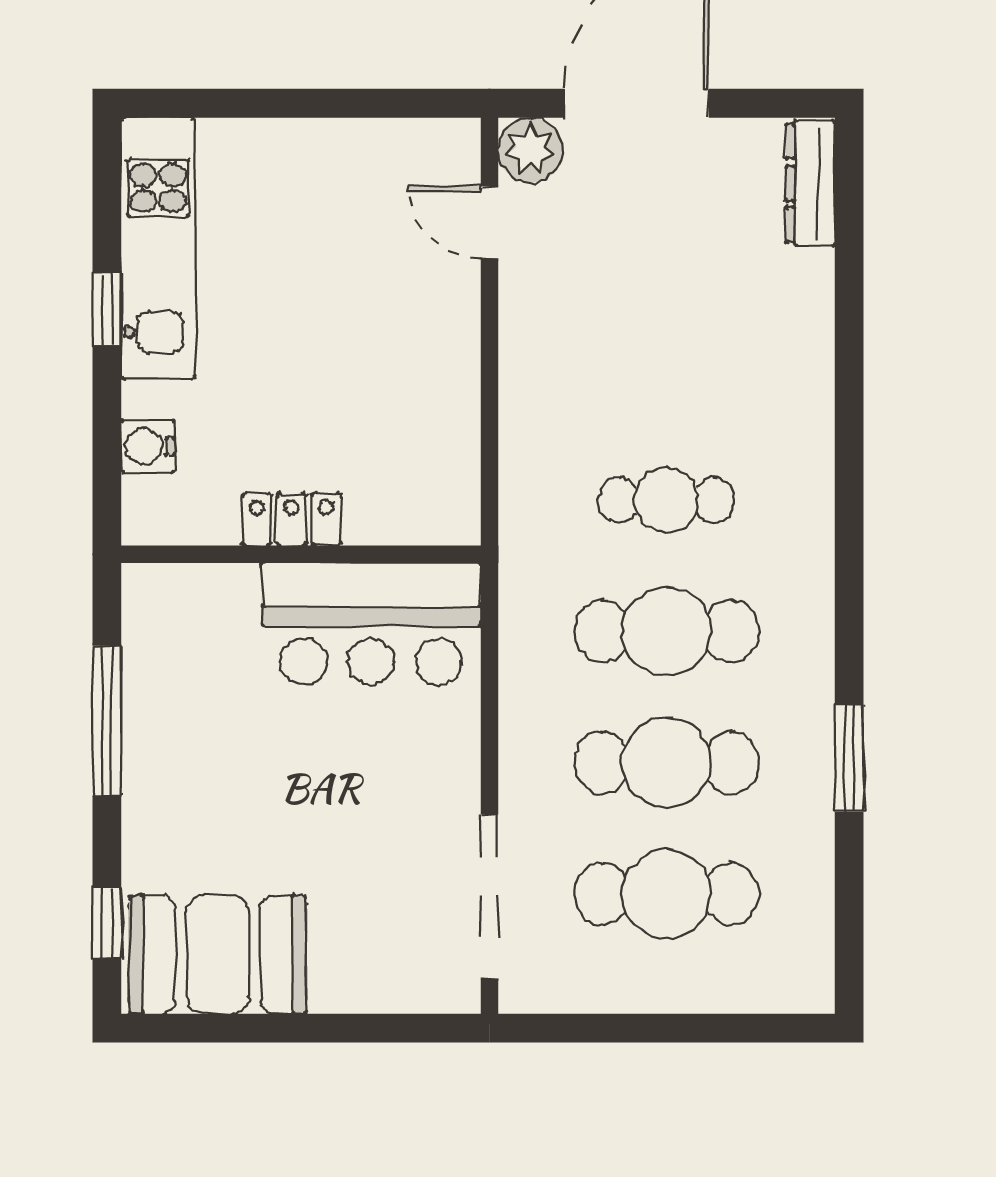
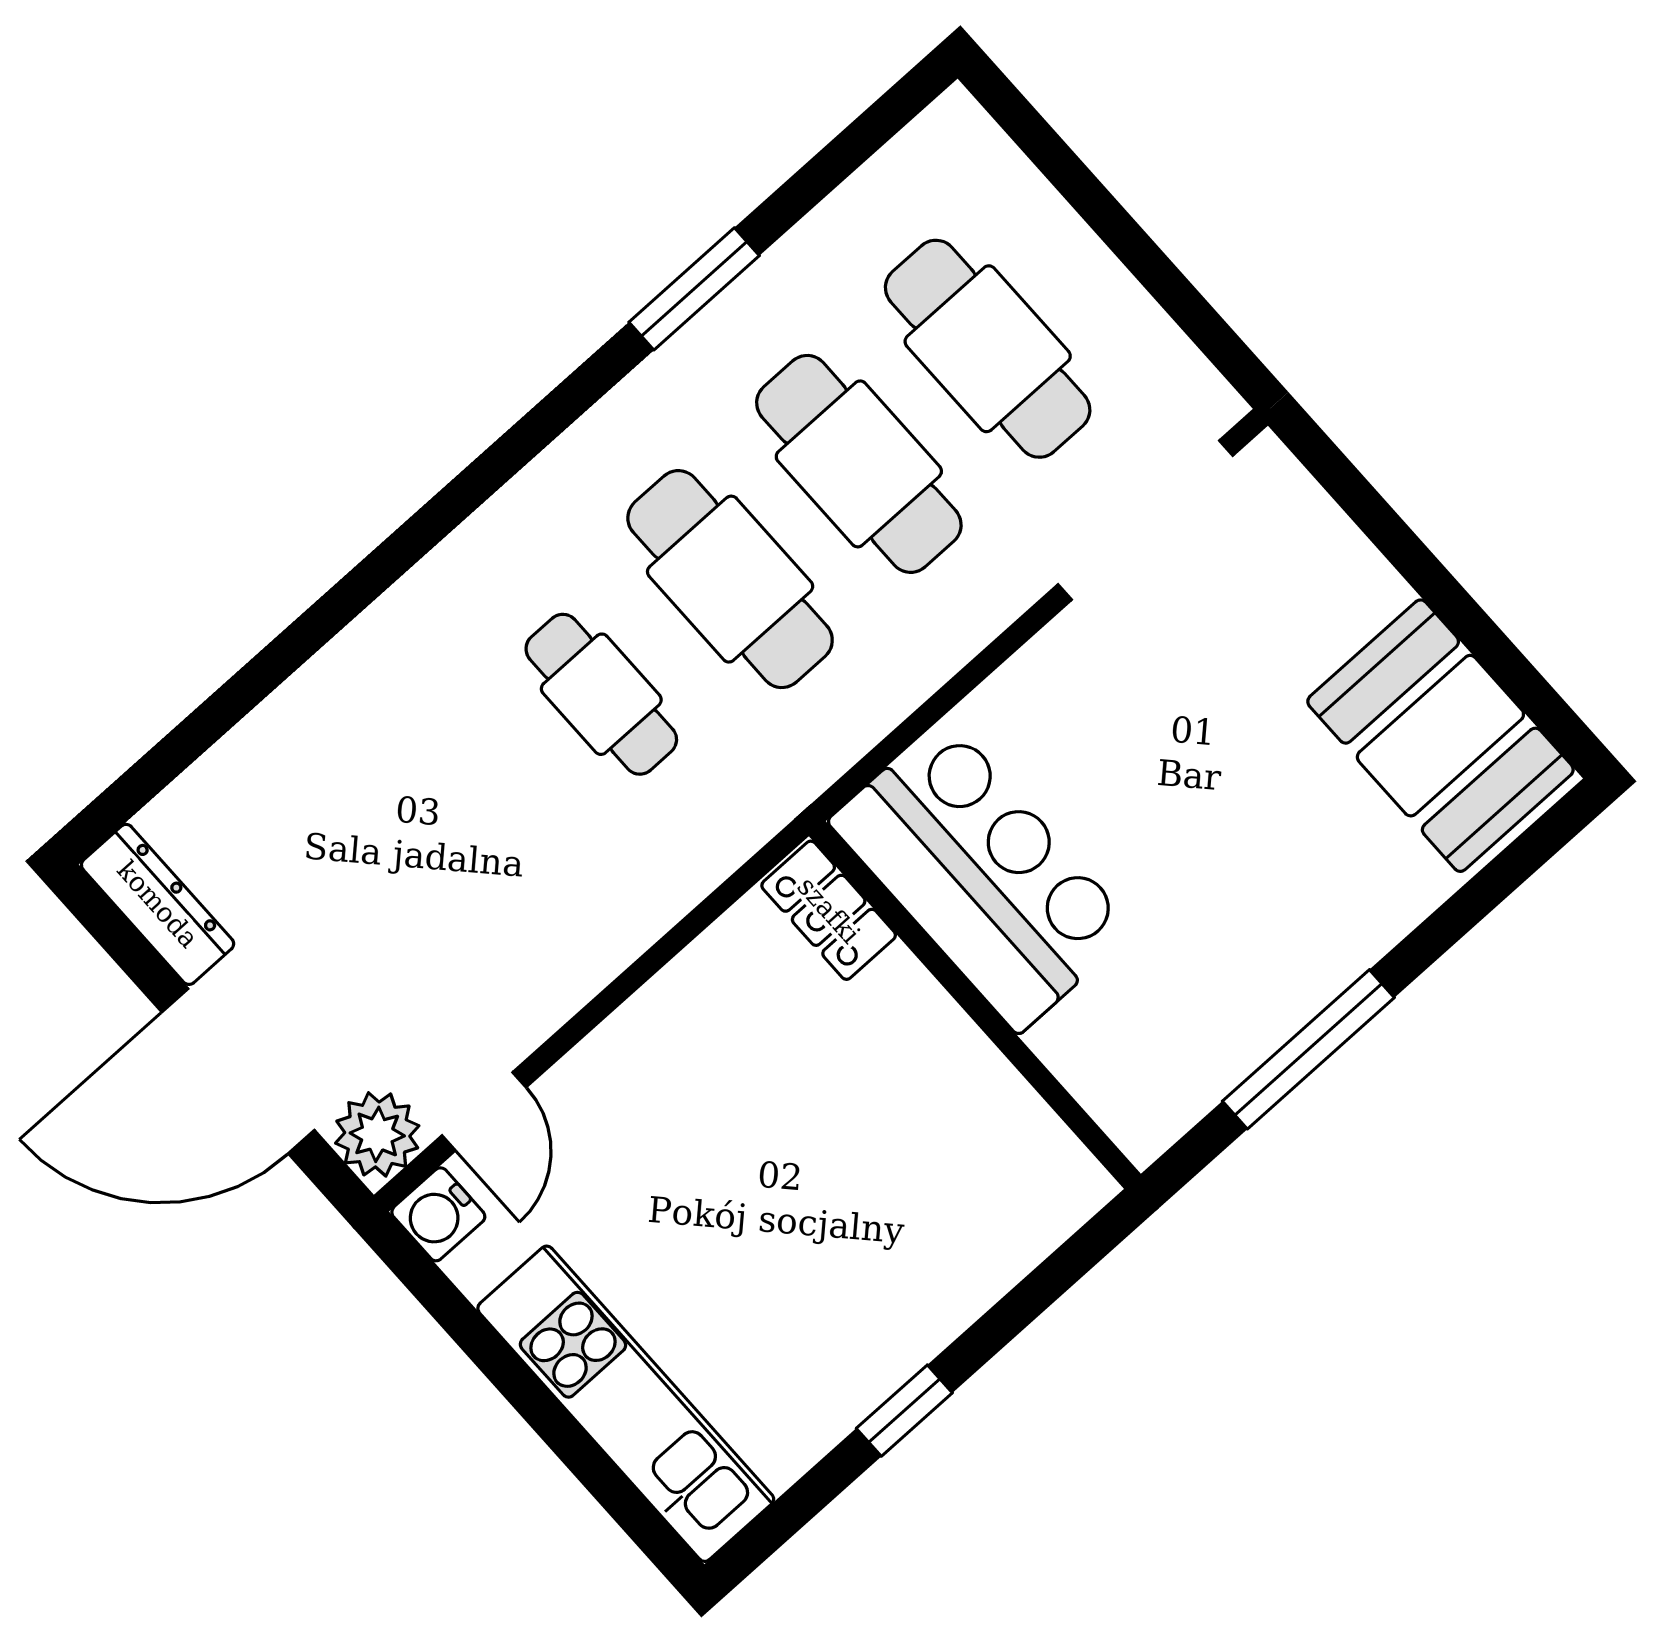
dresser: (810, 183) -> (158, 904), moved, turned -90
kitchen unit: (158, 248) -> (626, 1404), moved, turned 90
water cooler: (148, 446) -> (438, 1214), moved, turned 90
locker: (291, 519) -> (829, 910), moved
window: (107, 923) -> (1507, 872), removed

